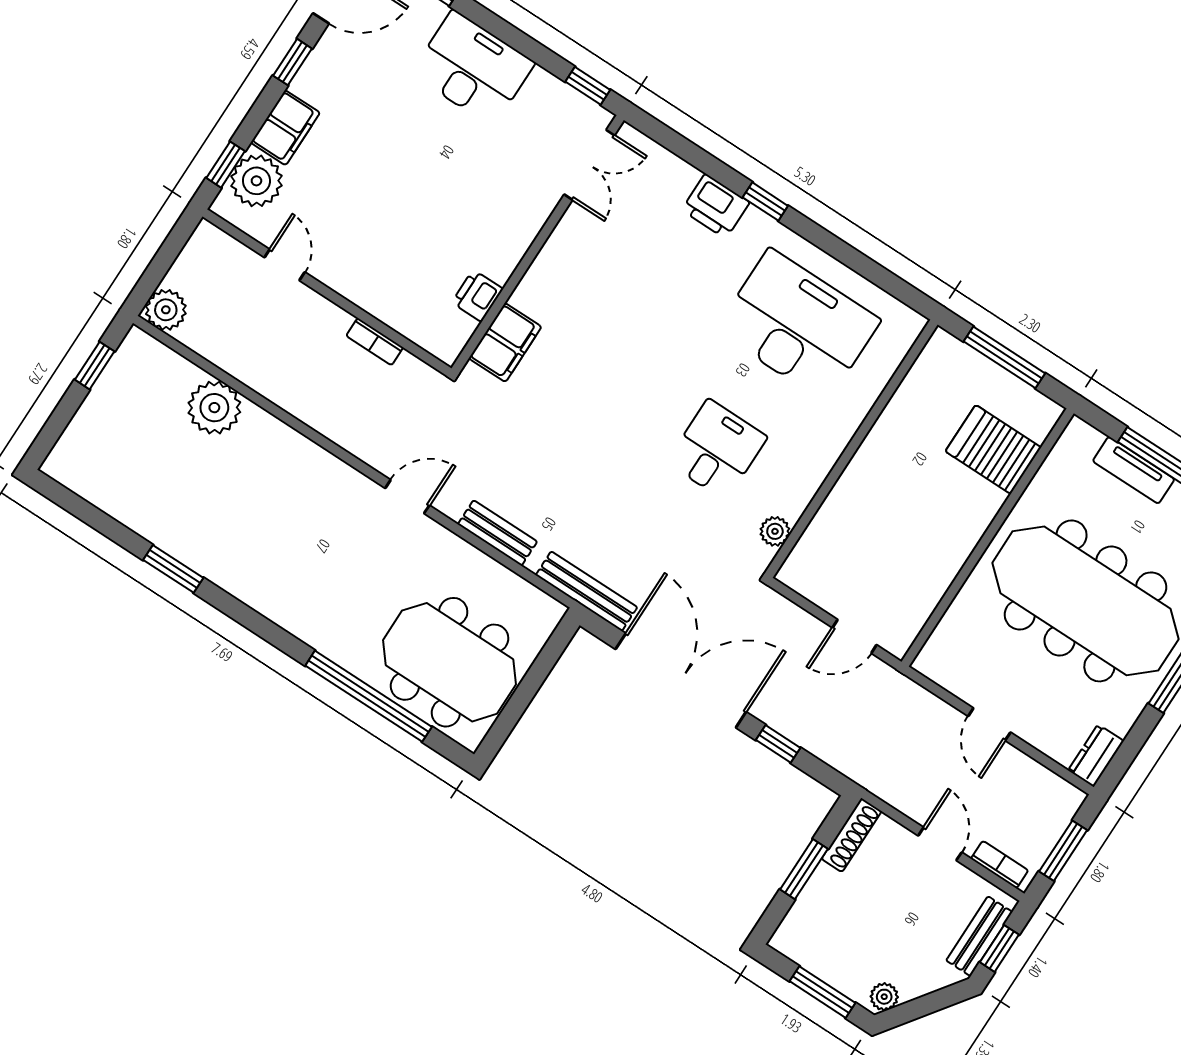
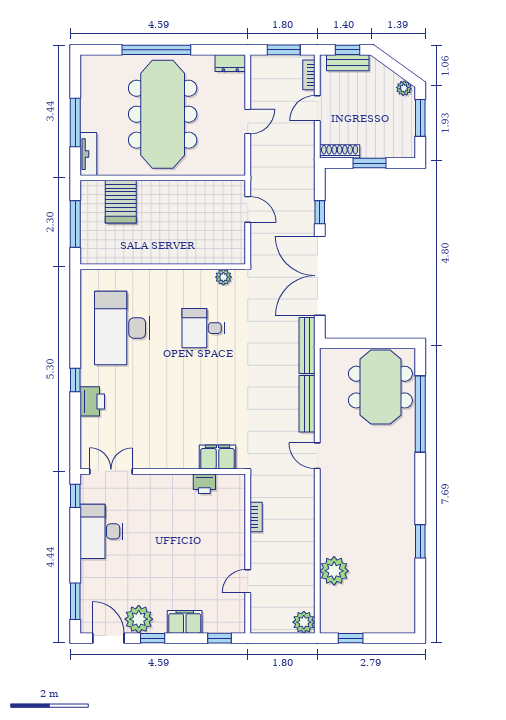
desk: (473, 68) -> (102, 531), moved
plant: (256, 181) -> (139, 619), moved
tv unit: (1134, 470) -> (88, 154), moved
bench: (497, 533) -> (307, 404), width x1.36

